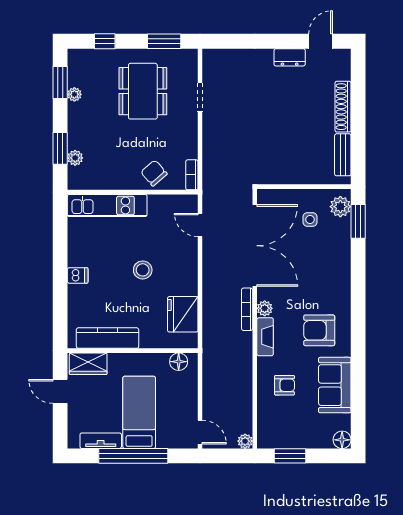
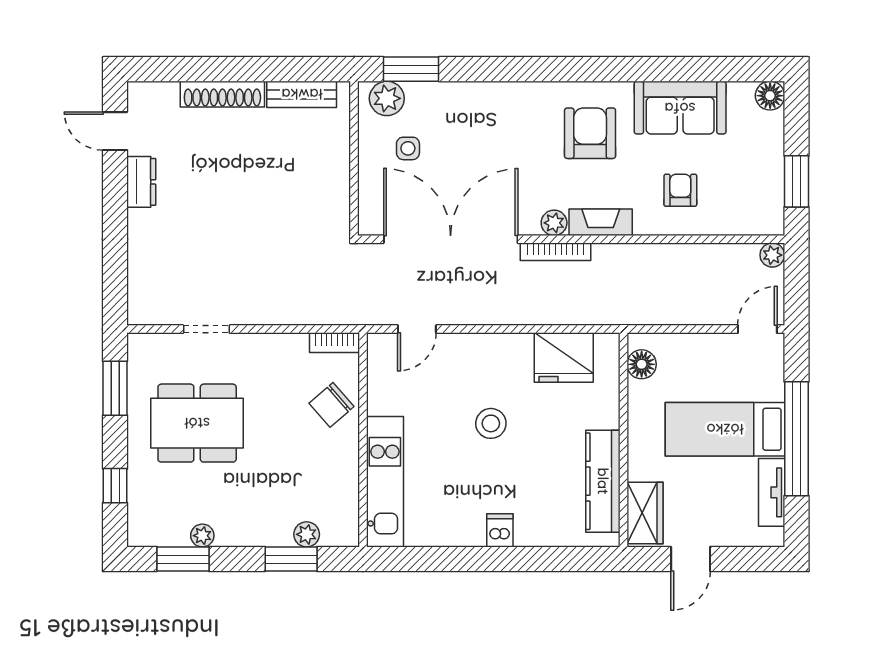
armchair: (319, 330) -> (590, 133), turned 180

